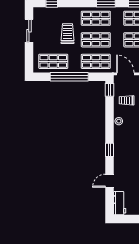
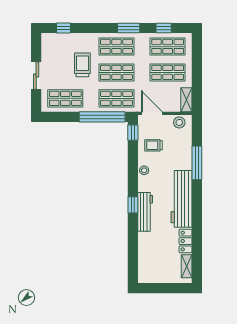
sliding door: (29, 31) -> (36, 76), moved
window: (69, 77) -> (102, 117), moved
door: (109, 181) -> (133, 242), removed
workbench: (120, 203) -> (145, 212), moved, width x1.38

